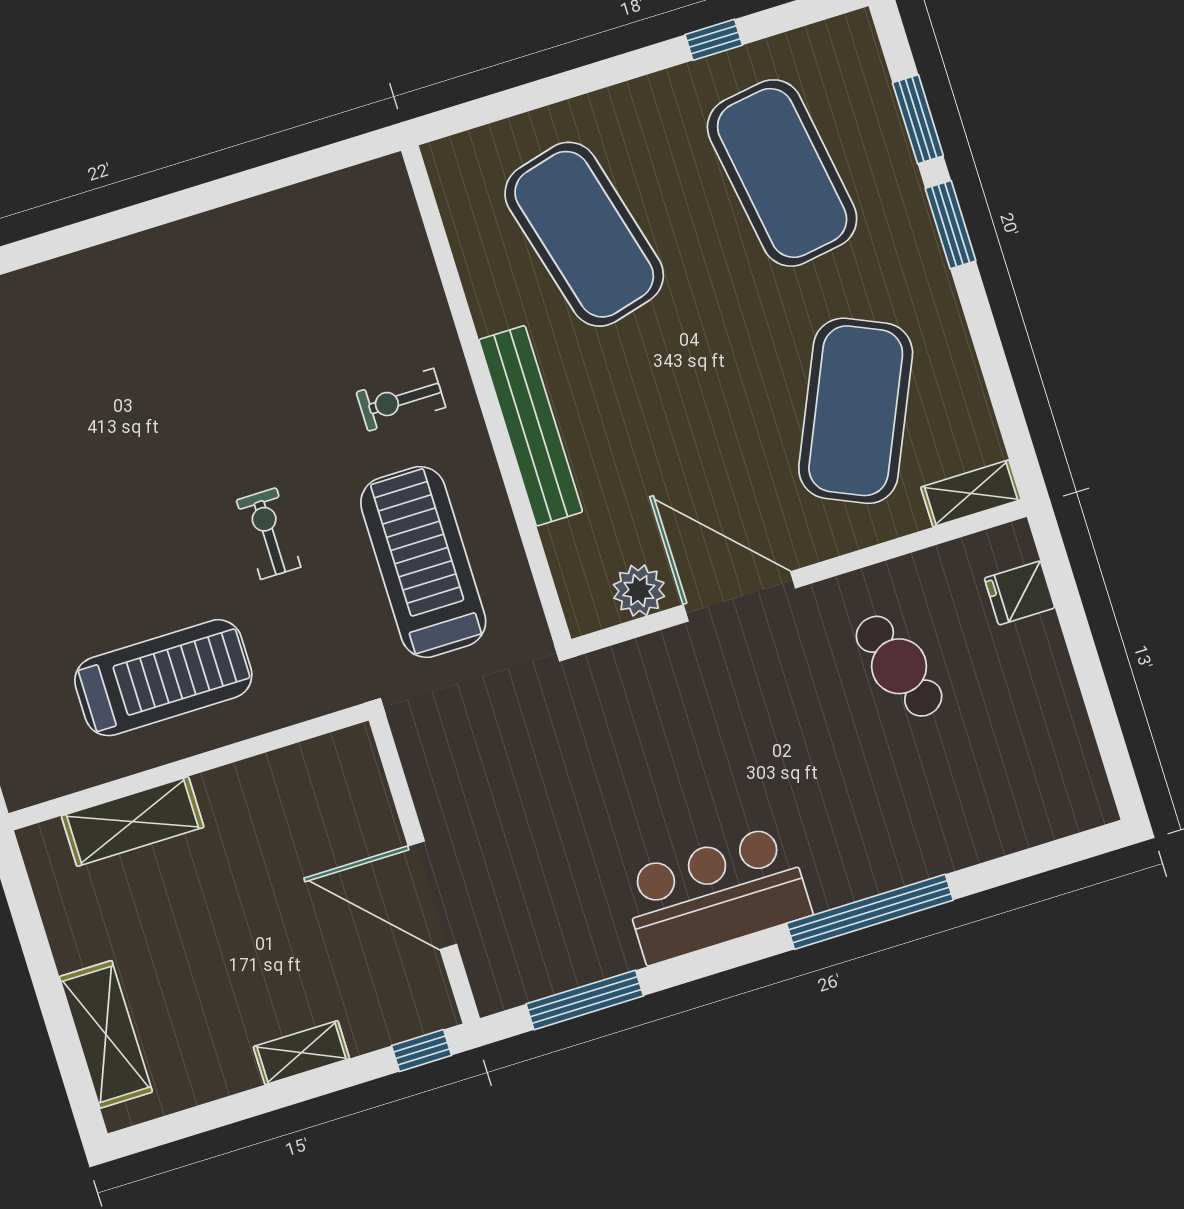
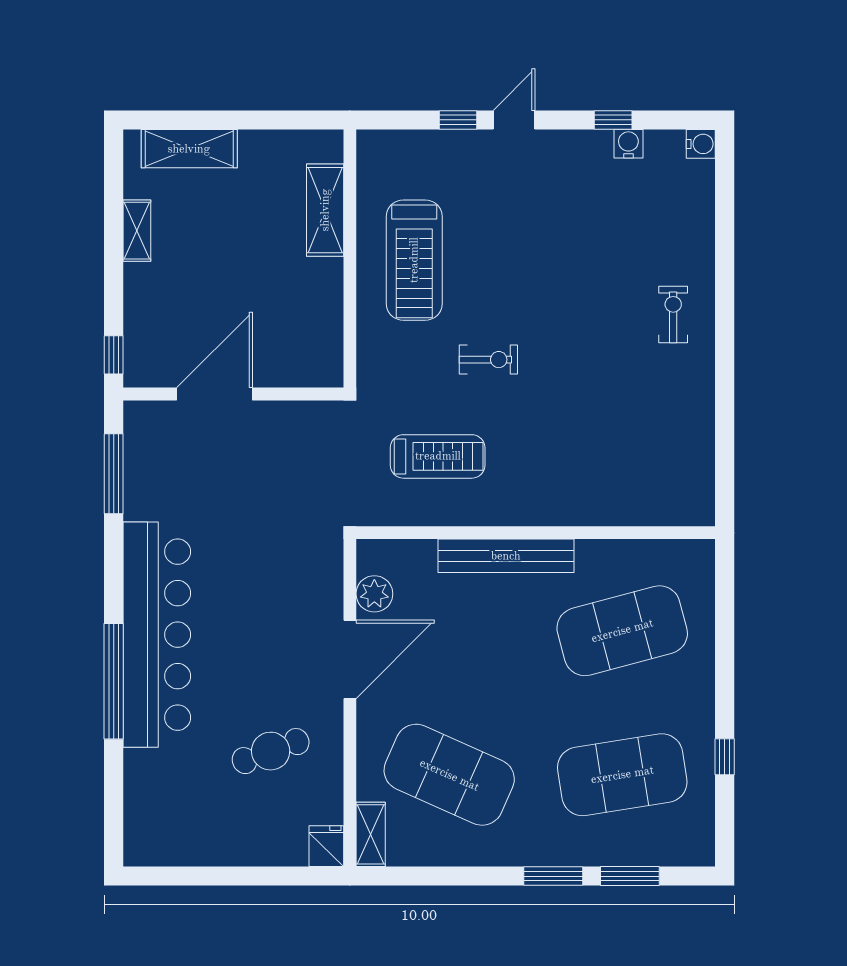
exercise bike: (401, 400) -> (673, 315), moved
treadmill: (423, 562) -> (438, 456), width x0.73, depth x0.73
fridge: (1020, 593) -> (326, 846), moved
bar counter: (716, 894) -> (157, 635), width x1.86
shelving: (301, 1053) -> (137, 231), moved

